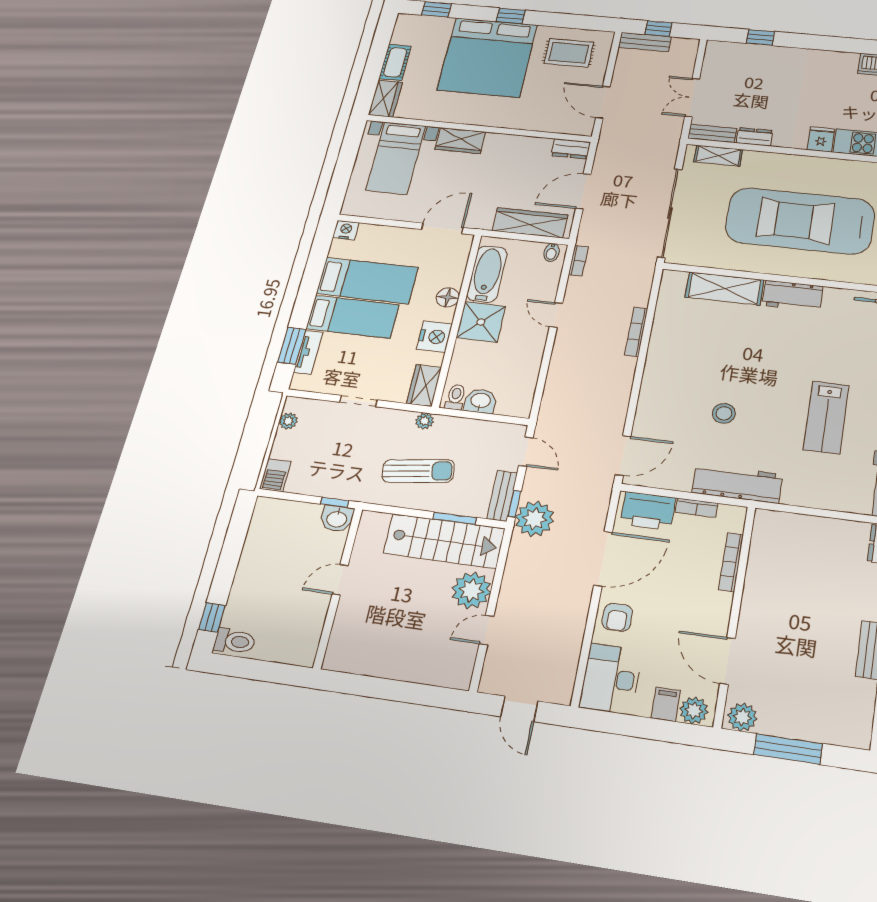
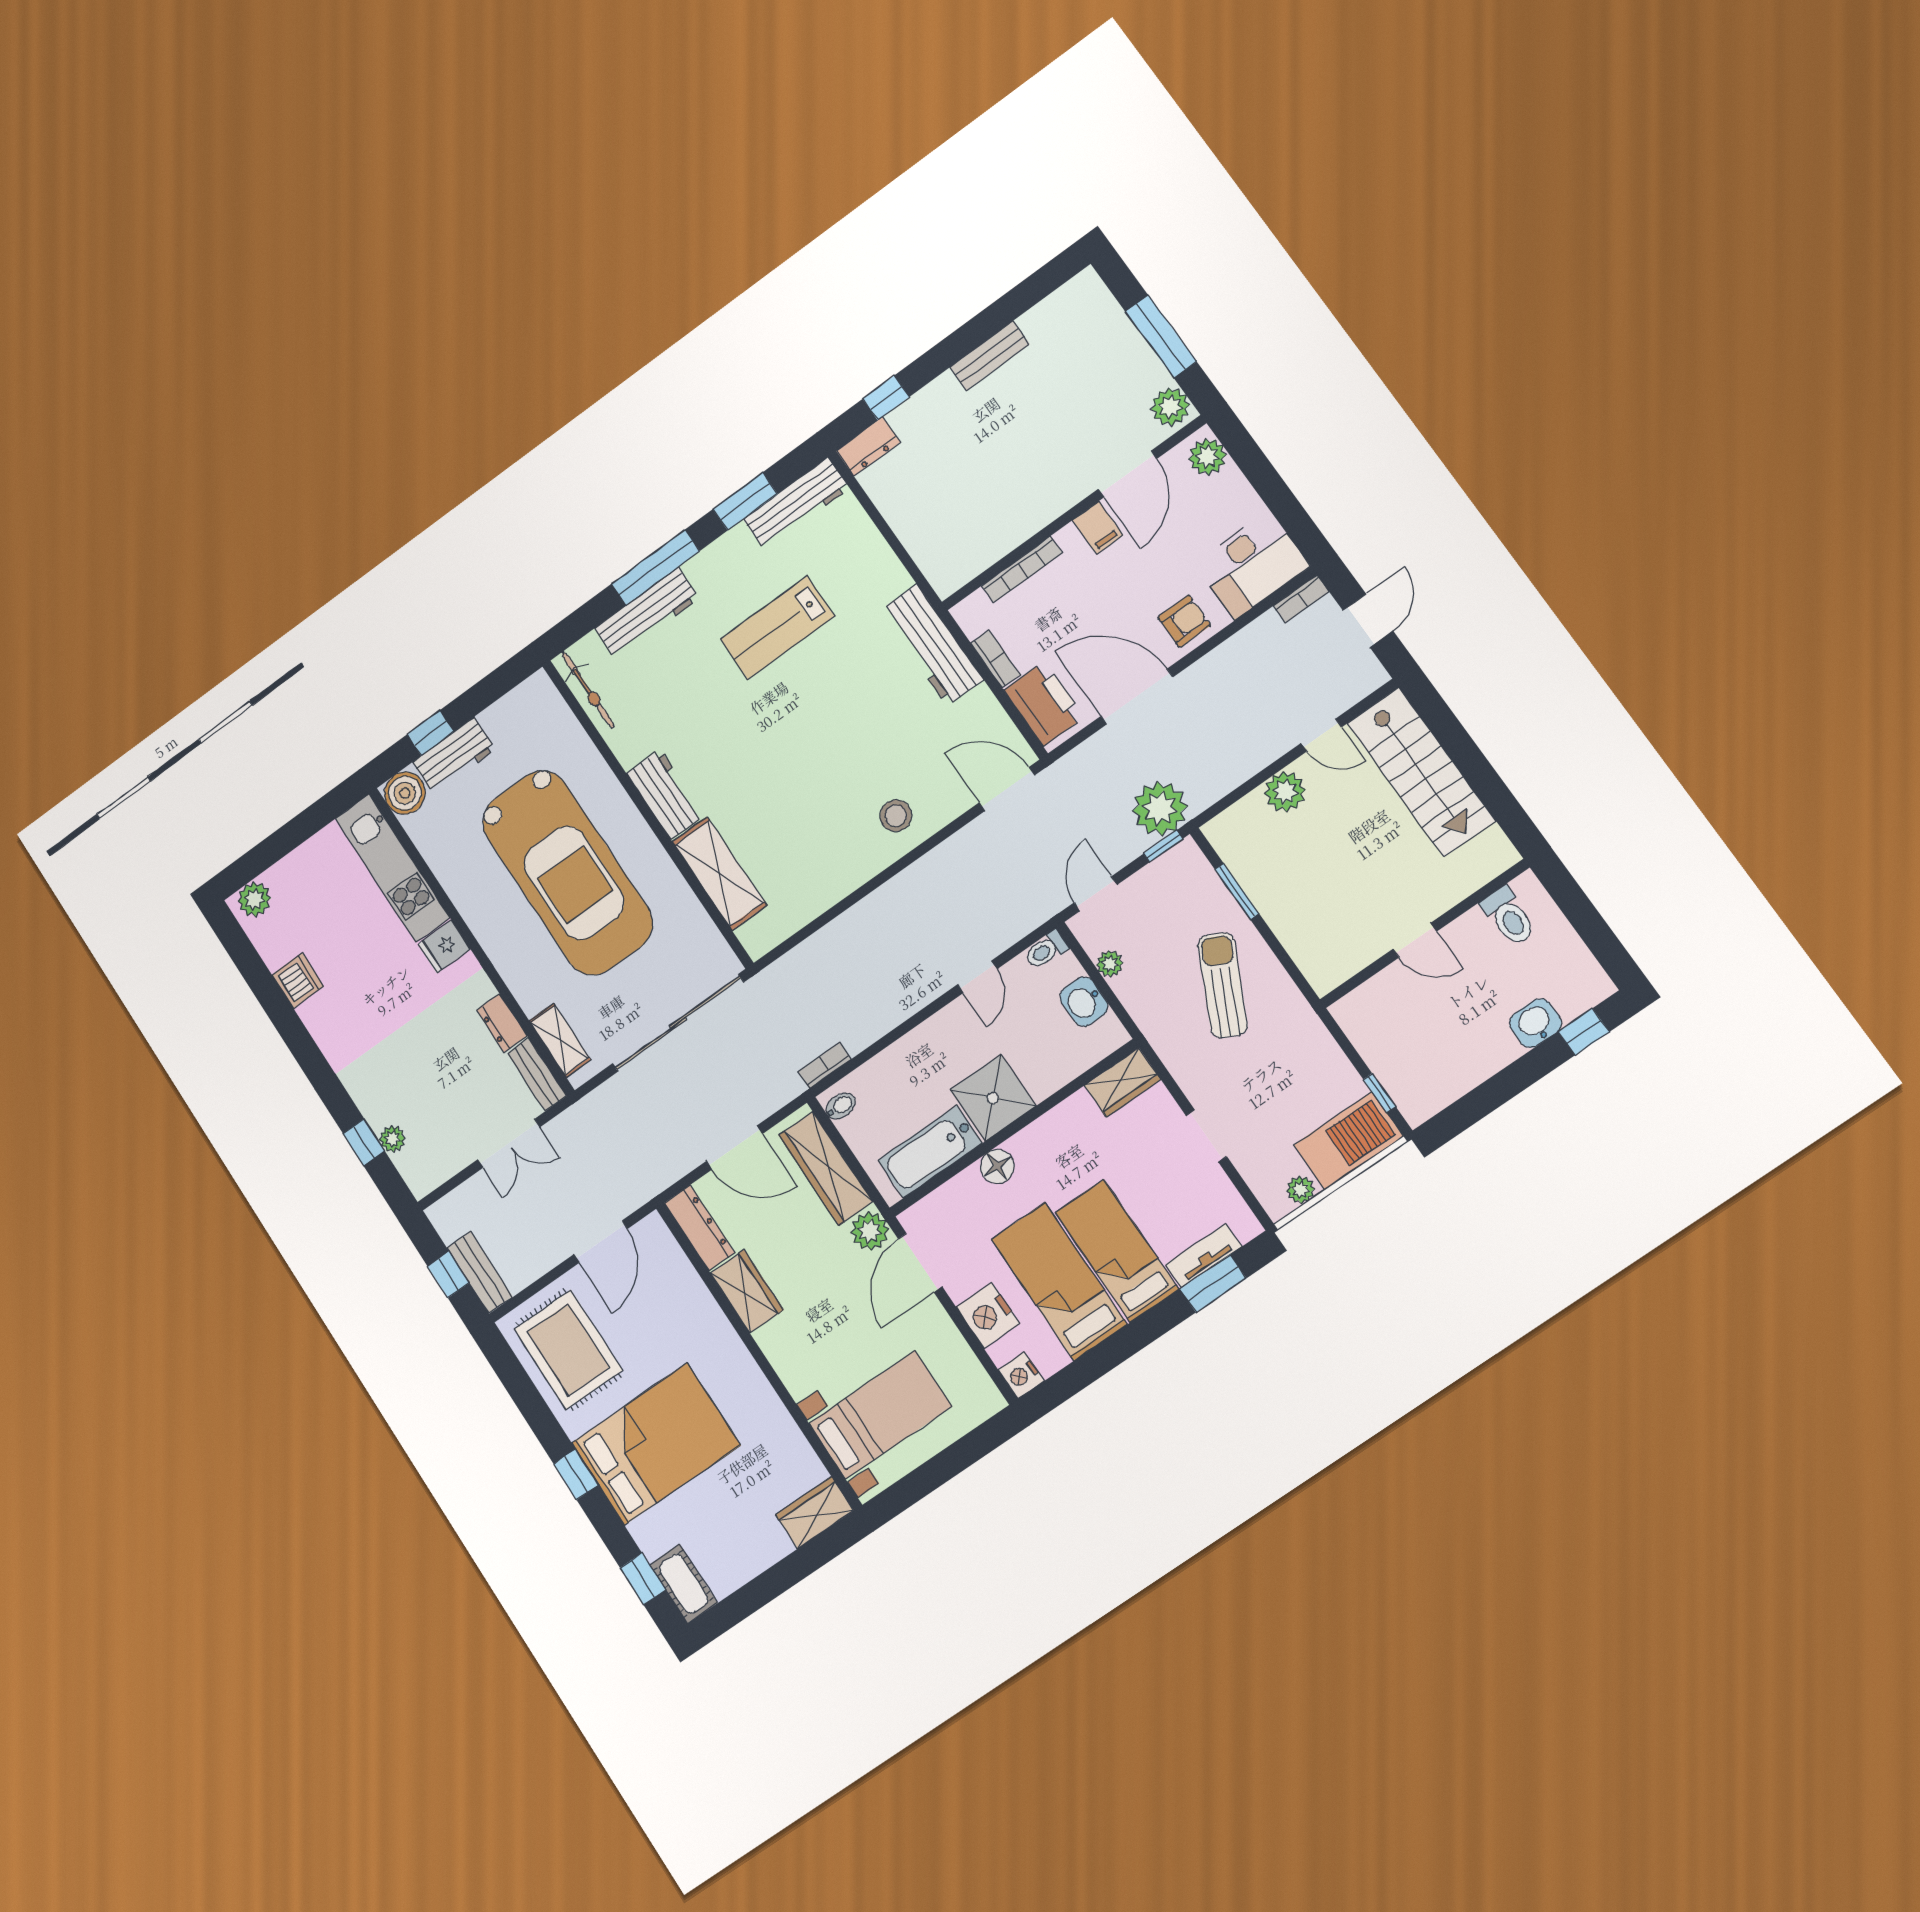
plant: (749, 50) -> (392, 1139), added
rug: (569, 53) -> (568, 1350), width x1.36, depth x1.43
bed: (487, 57) -> (656, 1444), width x0.73
cot: (395, 62) -> (684, 1584), moved, turned 90
wardrobe: (460, 141) -> (747, 1291), moved
dresser: (571, 149) -> (699, 1228), width x1.44
plant: (480, 219) -> (870, 1231), added
door: (442, 228) -> (920, 1263), hinge flipped
door: (556, 315) -> (977, 977), moved
bookcase: (636, 332) -> (1301, 599), moved, width x0.64
nightstand: (434, 337) -> (988, 1315), moved, turned -90
toilet: (456, 397) -> (1046, 950), moved
stool: (724, 413) -> (896, 816), moved
lab bench: (826, 417) -> (777, 628), turned 180
plant: (425, 421) -> (1110, 964), moved
sun lounger: (418, 471) -> (1223, 985), turned 34
barbecue: (275, 475) -> (1349, 1141), width x1.88, depth x1.53
bench: (502, 496) -> (1167, 868), removed
window: (335, 502) -> (1380, 1093), moved
washbasin: (337, 519) -> (1535, 1023), moved, turned -90
stairs: (444, 541) -> (1421, 772), moved, turned 180
plant: (471, 590) -> (1285, 792), width x0.73, depth x0.73
toilet: (235, 641) -> (1509, 916), moved, turned 180
filing cabinet: (666, 704) -> (1098, 528), moved, turned -90

